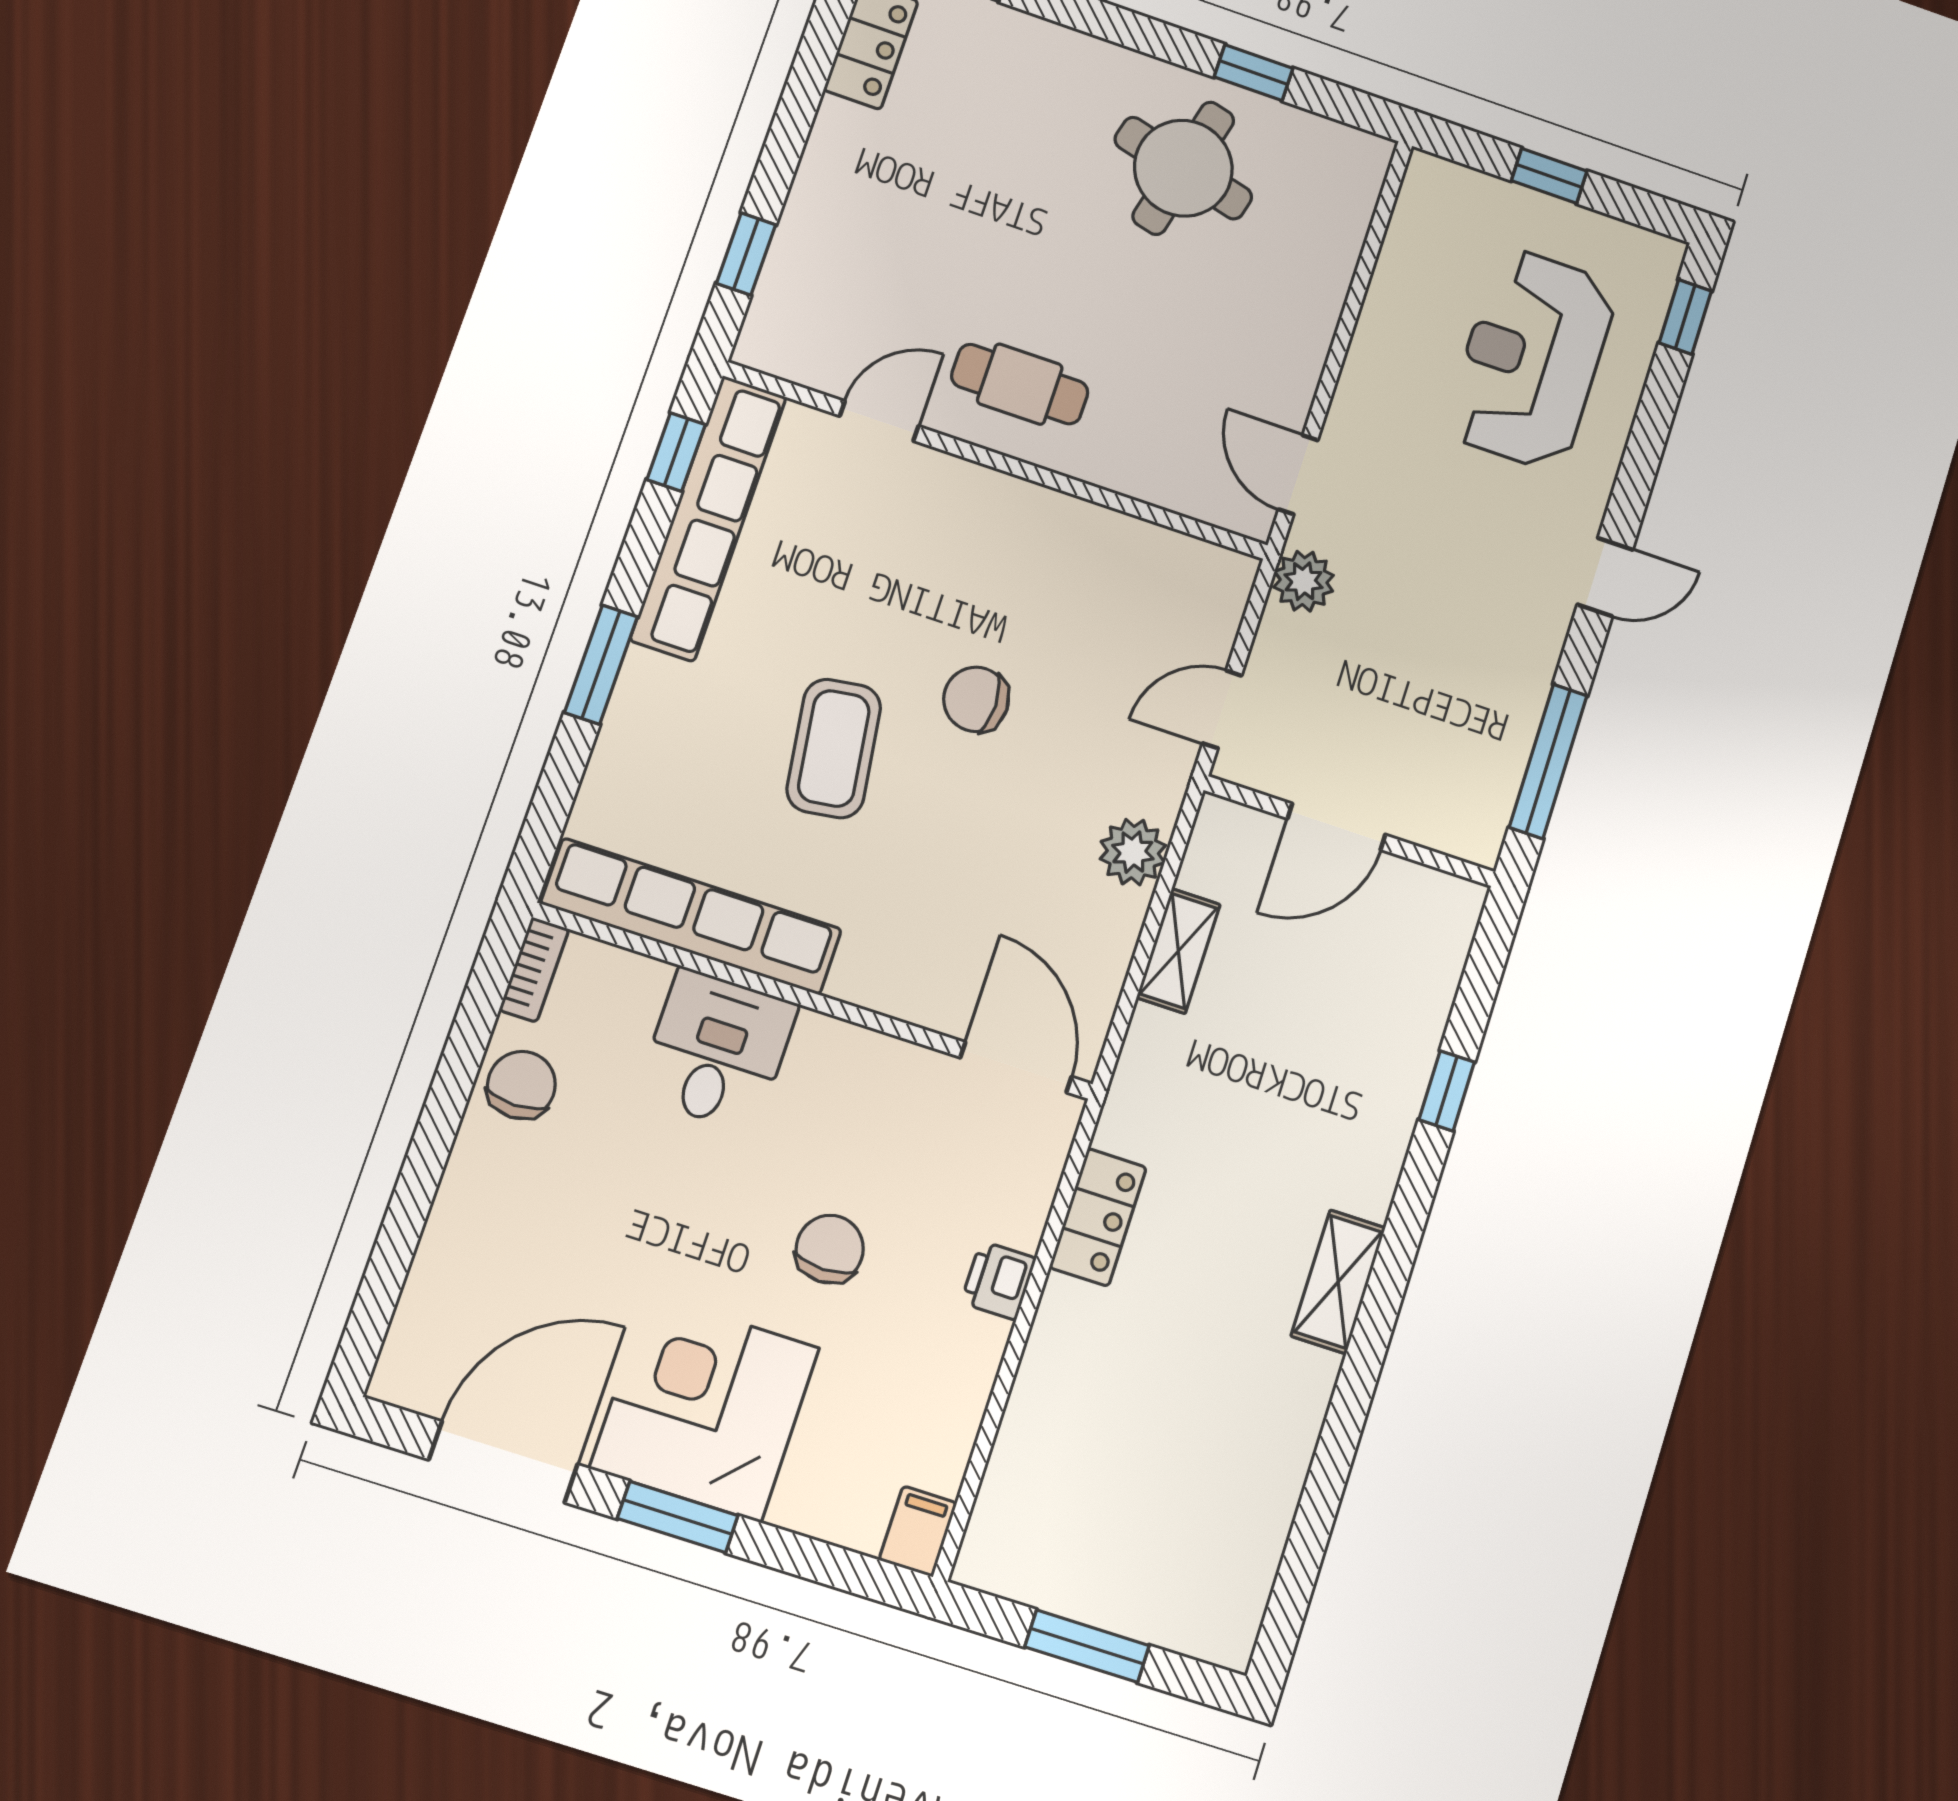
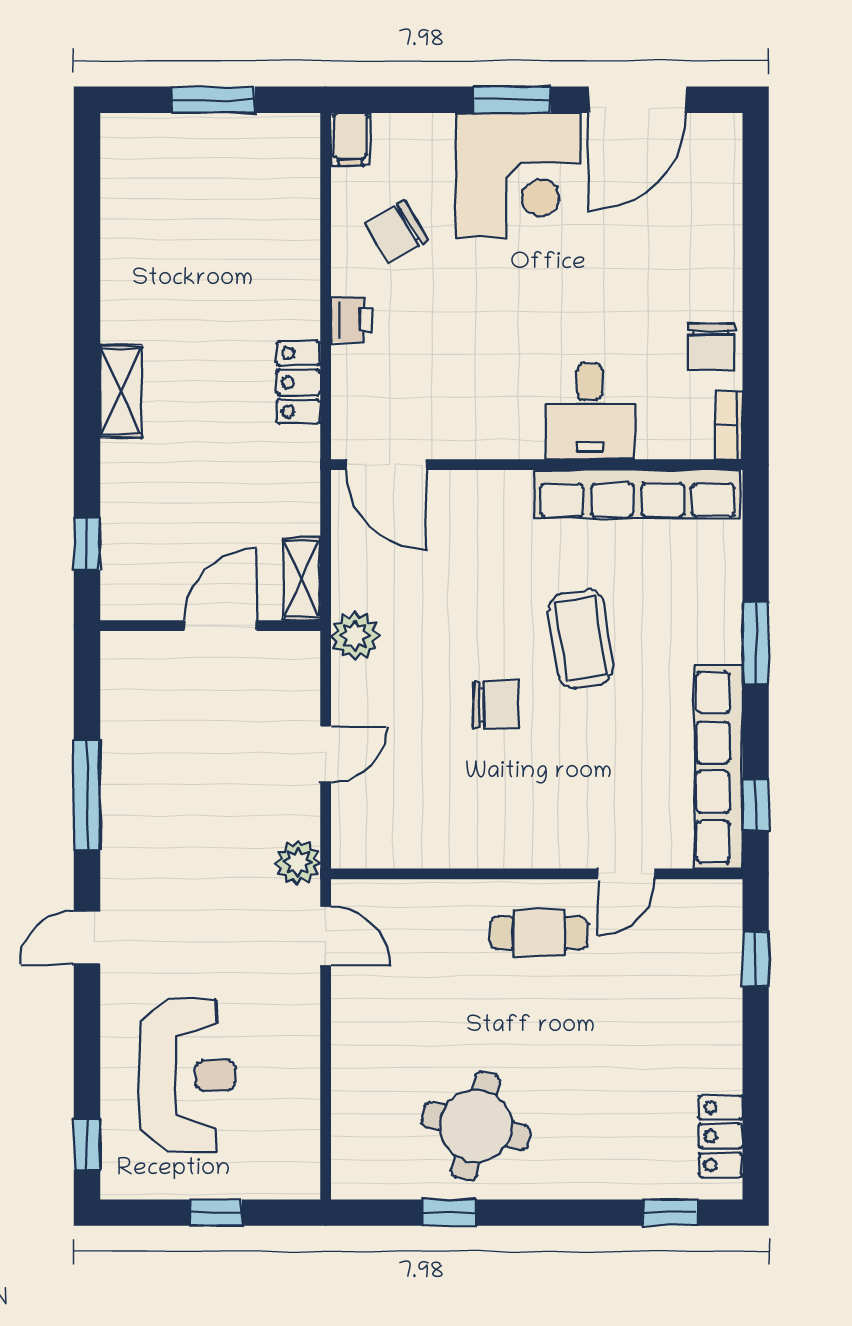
door: (1336, 827) -> (221, 626), moved
wall: (1350, 831) -> (210, 626), moved
chair: (830, 1249) -> (397, 232), moved, turned 59

